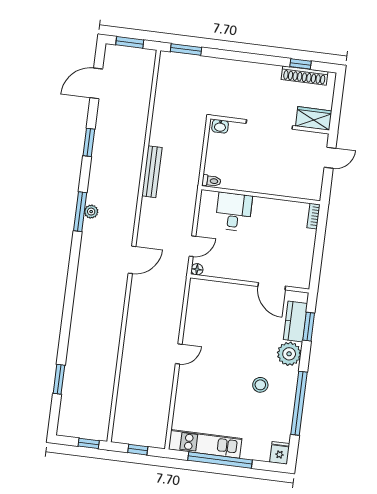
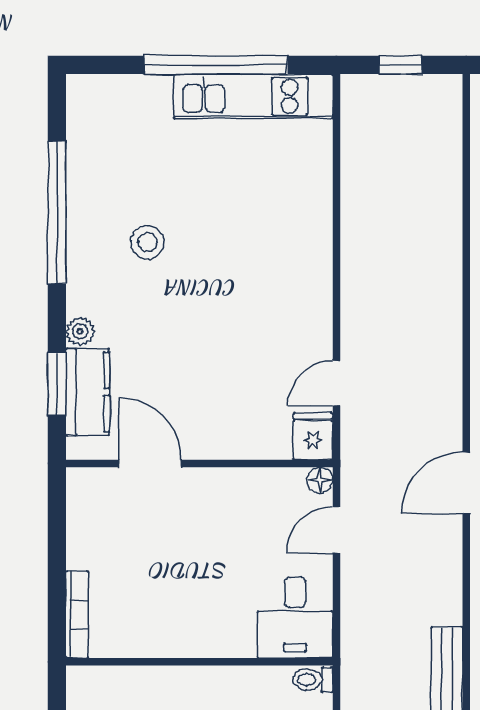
desk: (234, 212) -> (295, 618), moved
bookcase: (314, 216) -> (77, 615), width x1.56
door: (179, 354) -> (336, 383), moved
plant: (289, 354) -> (80, 331), width x0.53, depth x0.53
fridge: (280, 453) -> (313, 436), moved, turned 180

